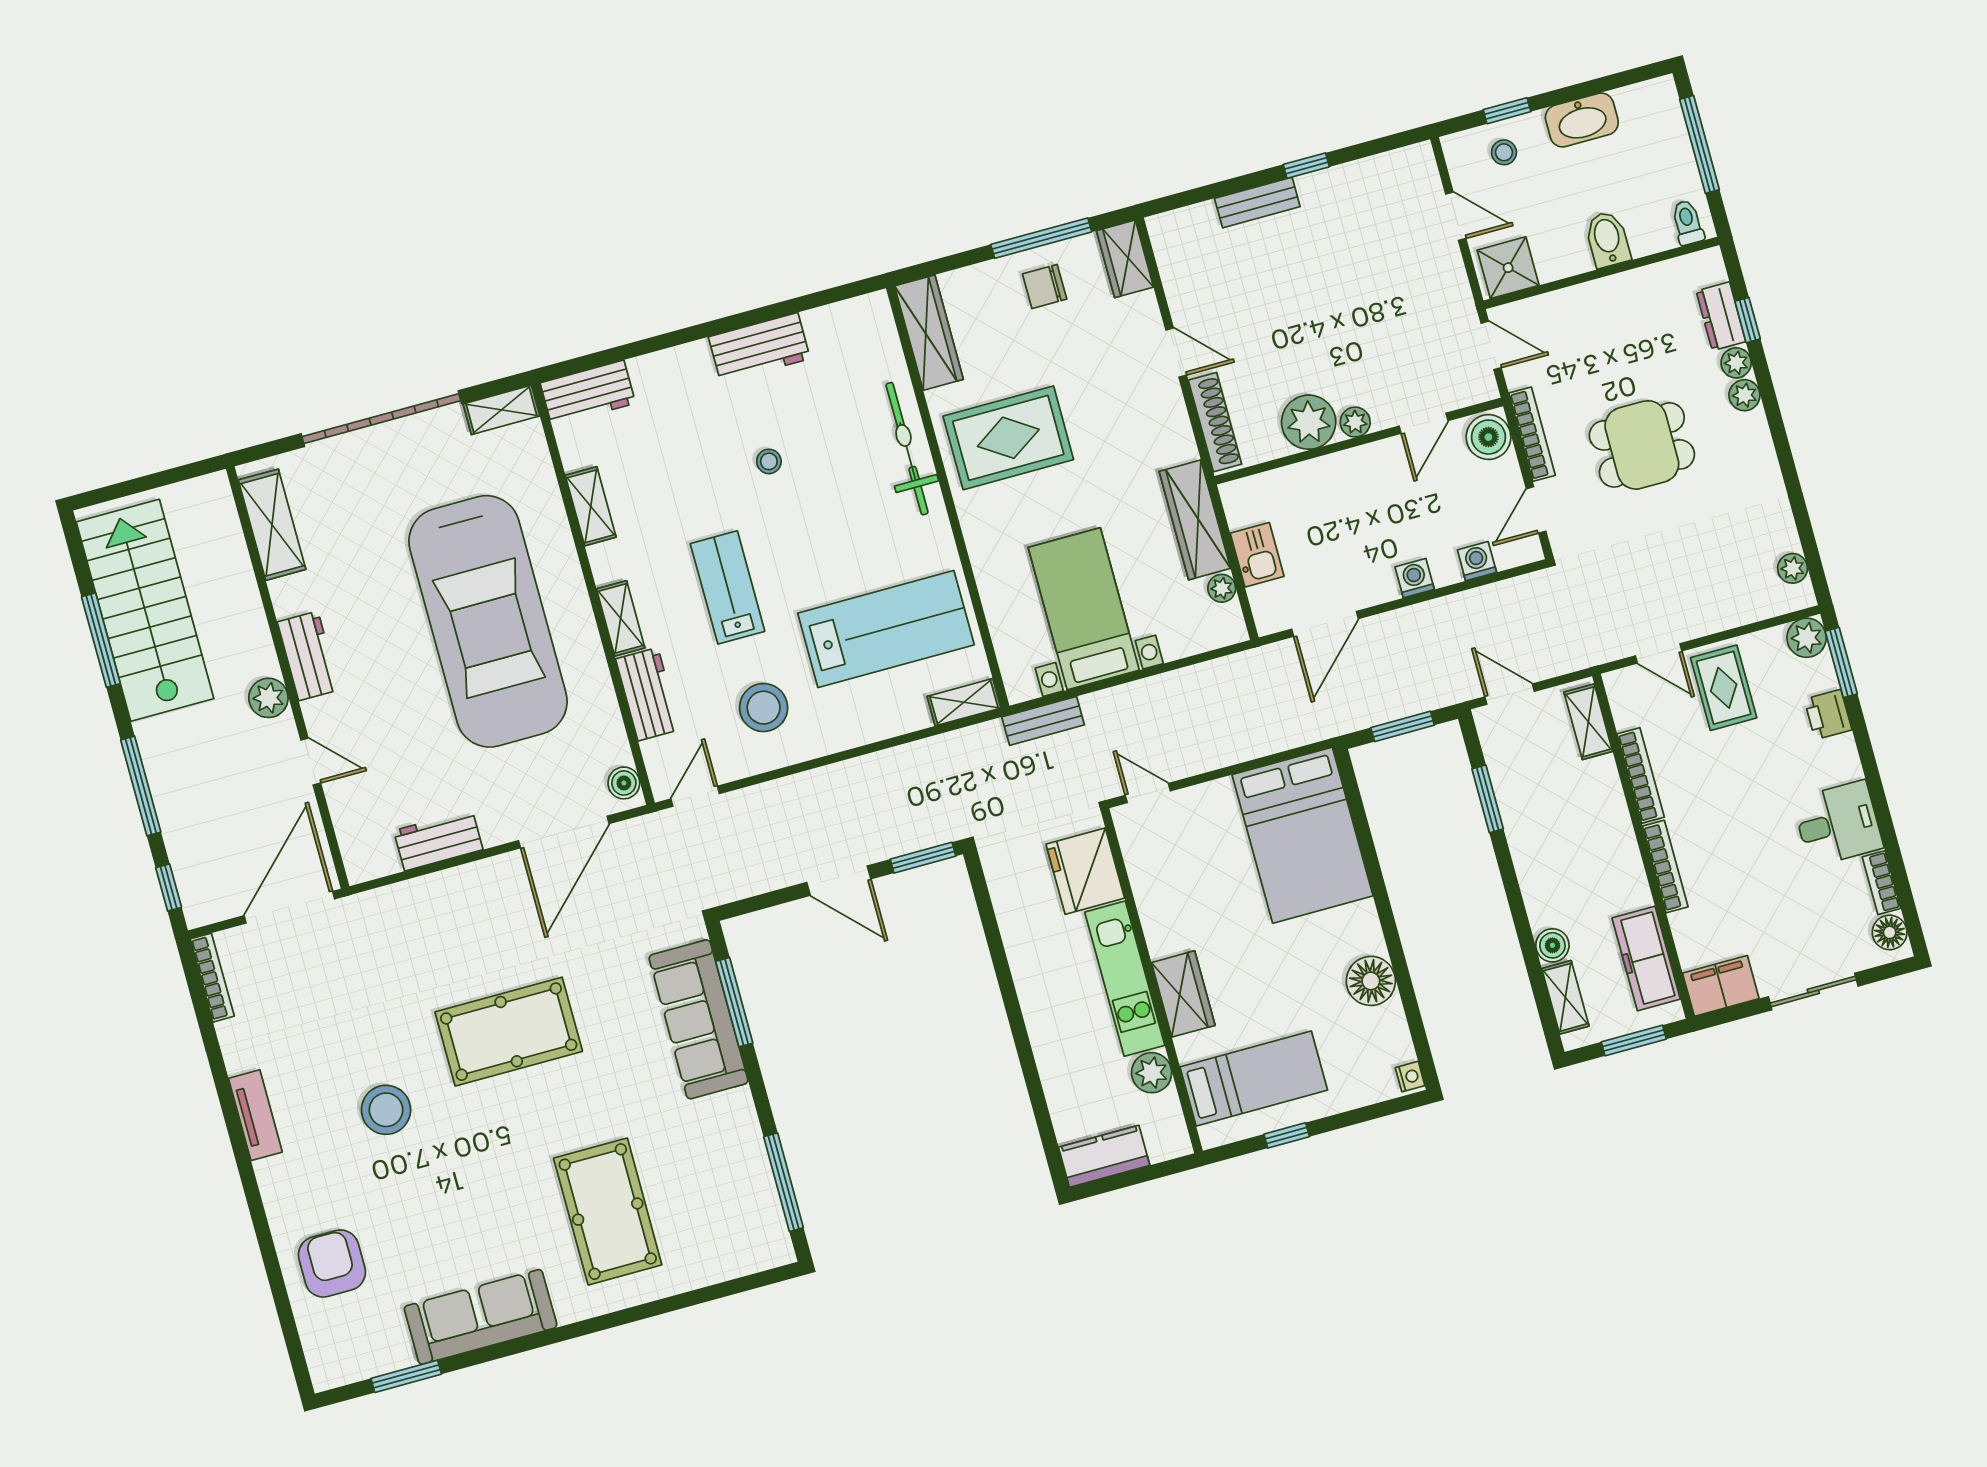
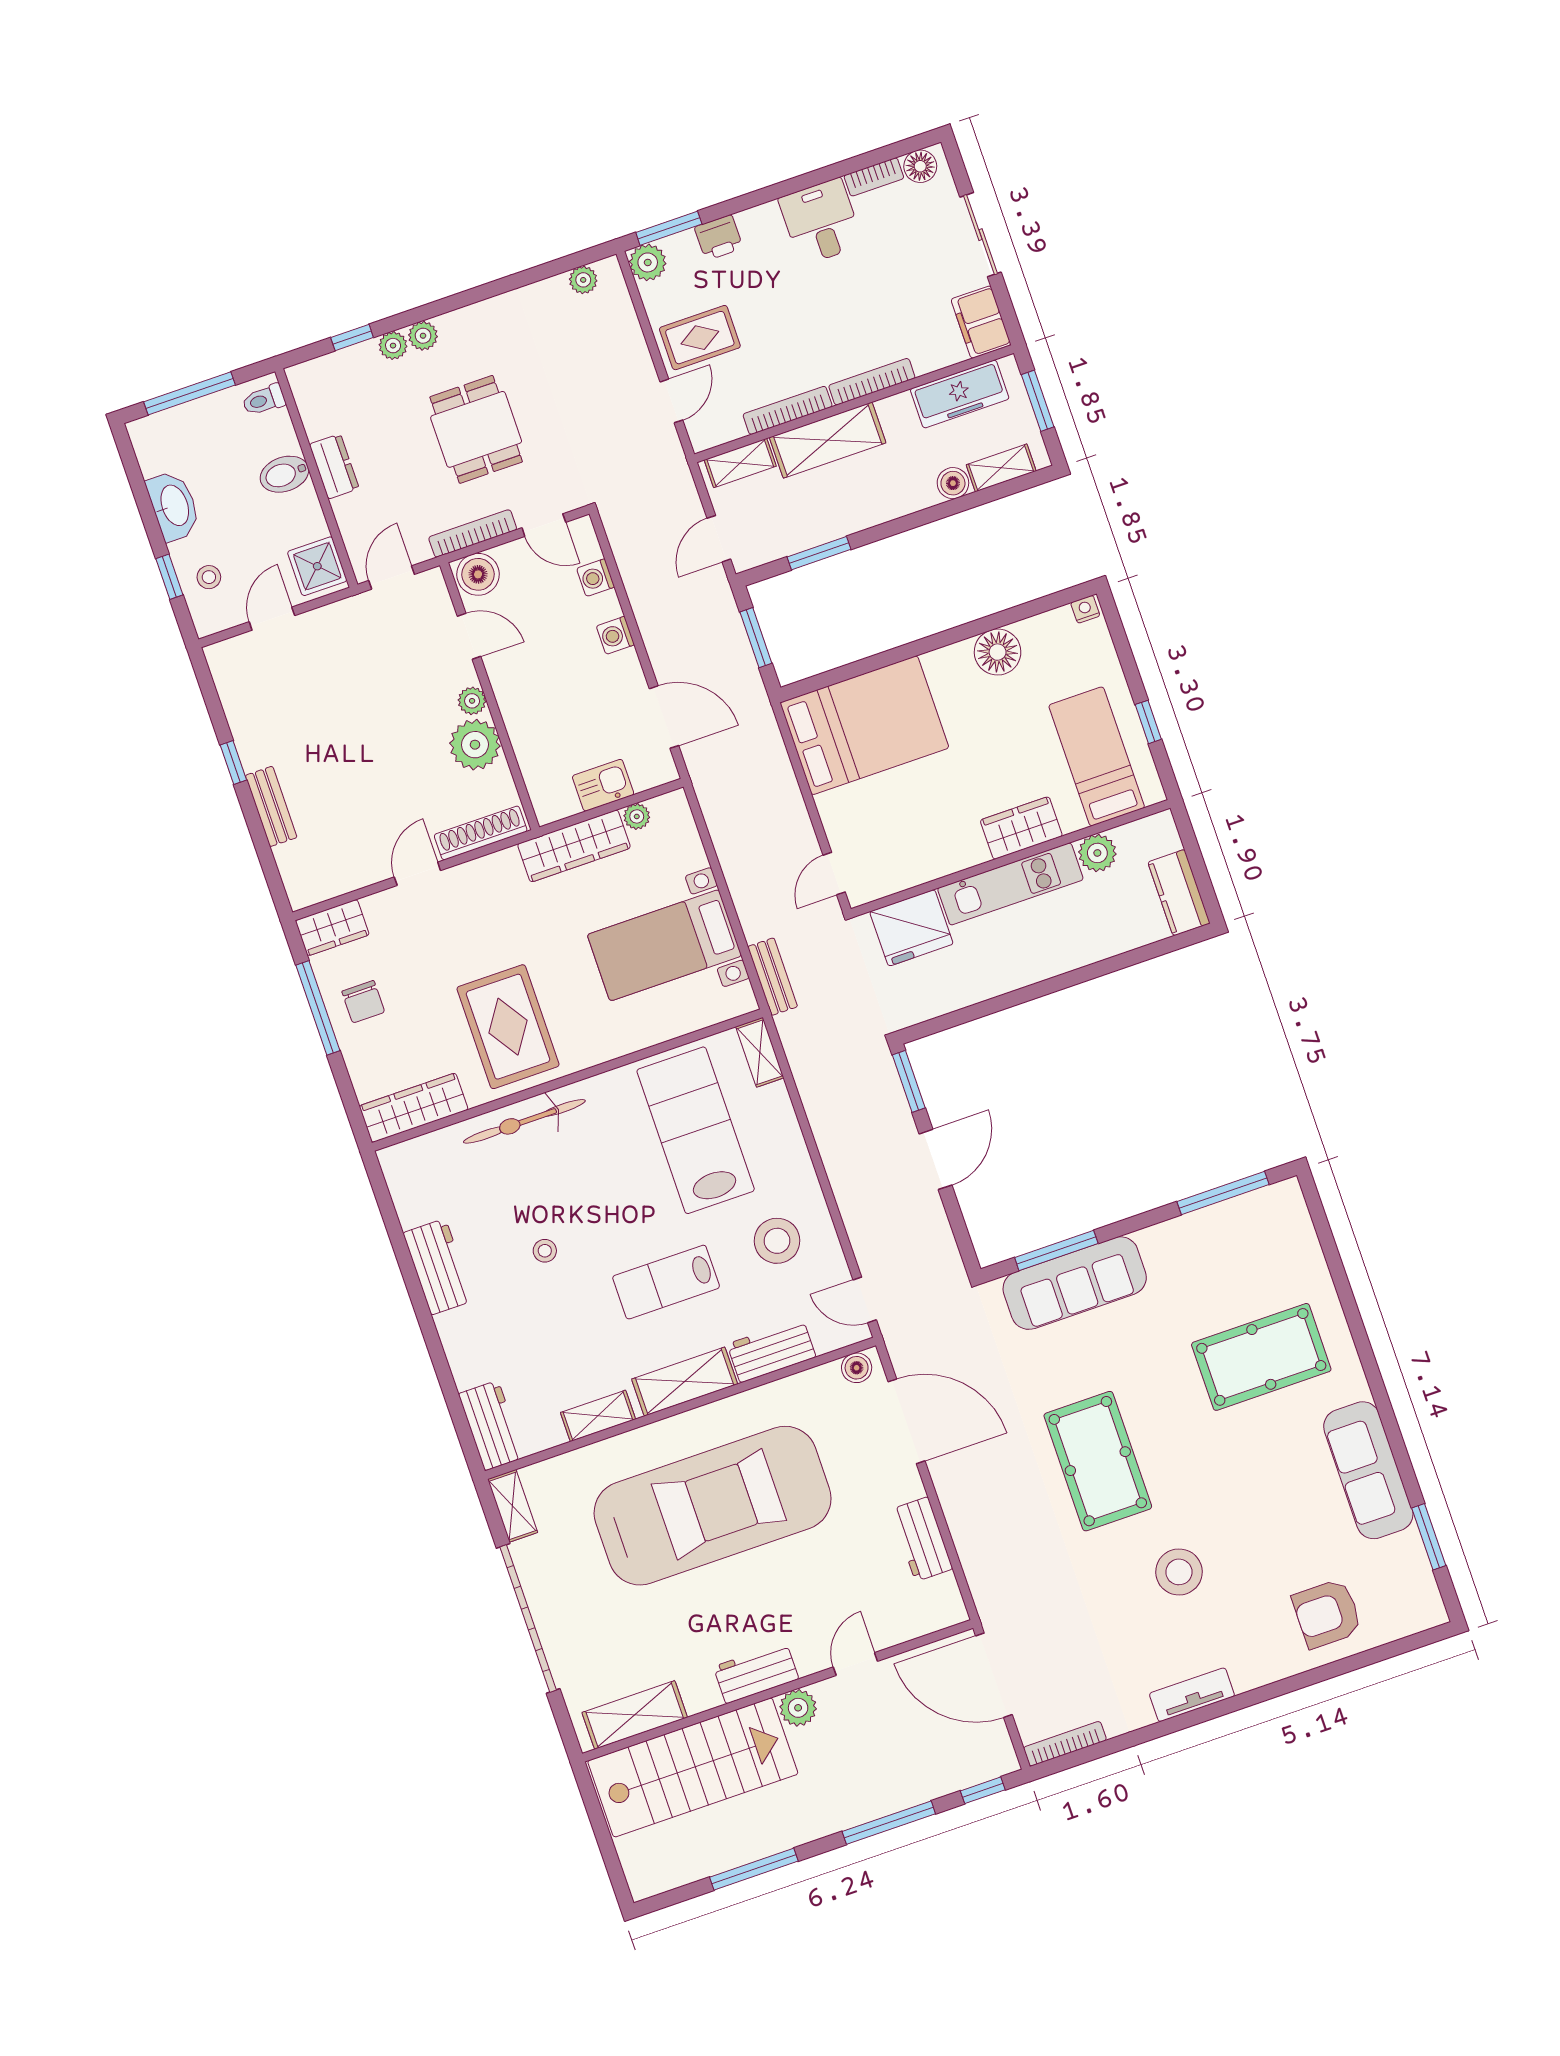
dresser: (1721, 316) -> (334, 466), moved, turned -90
stairs: (145, 610) -> (693, 1767), moved, turned 180
shelving: (621, 618) -> (685, 1382), width x1.50, depth x1.33
shelving: (1606, 816) -> (828, 440), added

